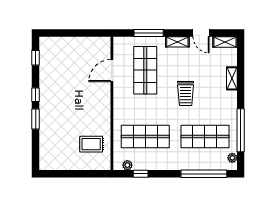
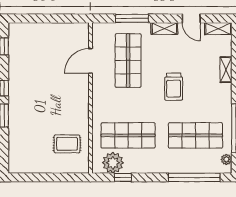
plant: (127, 165) -> (113, 163), width x1.87, depth x1.87

